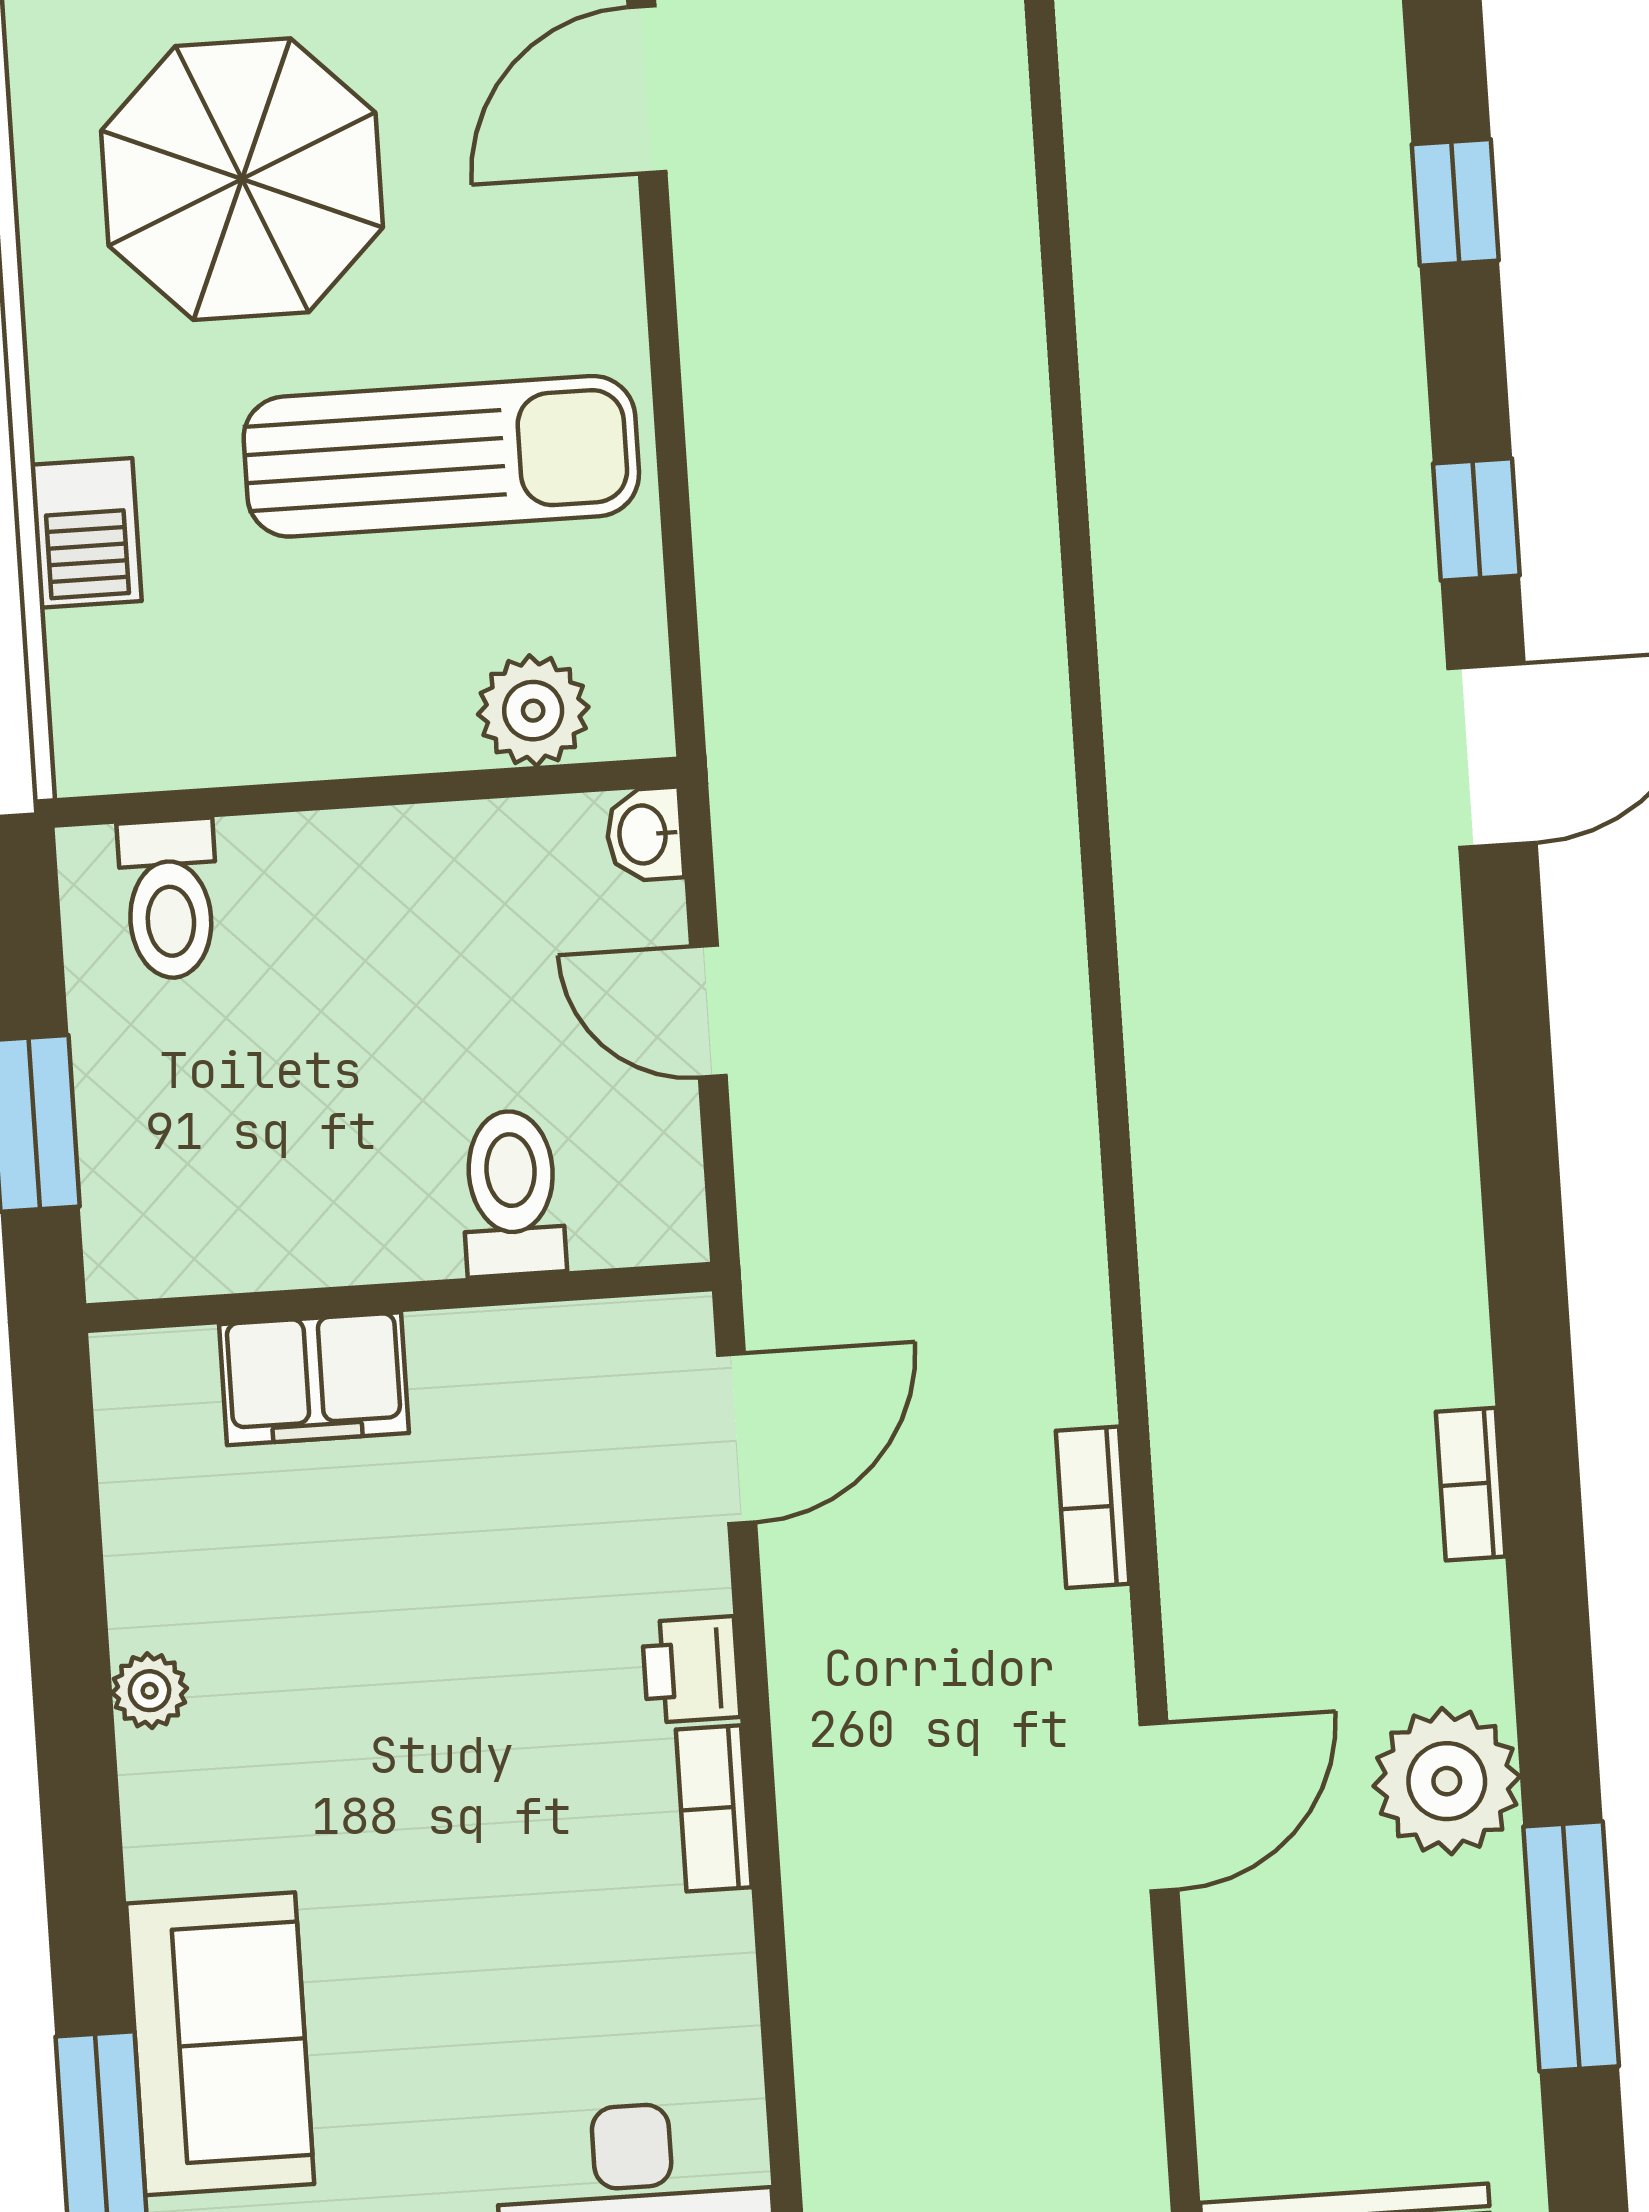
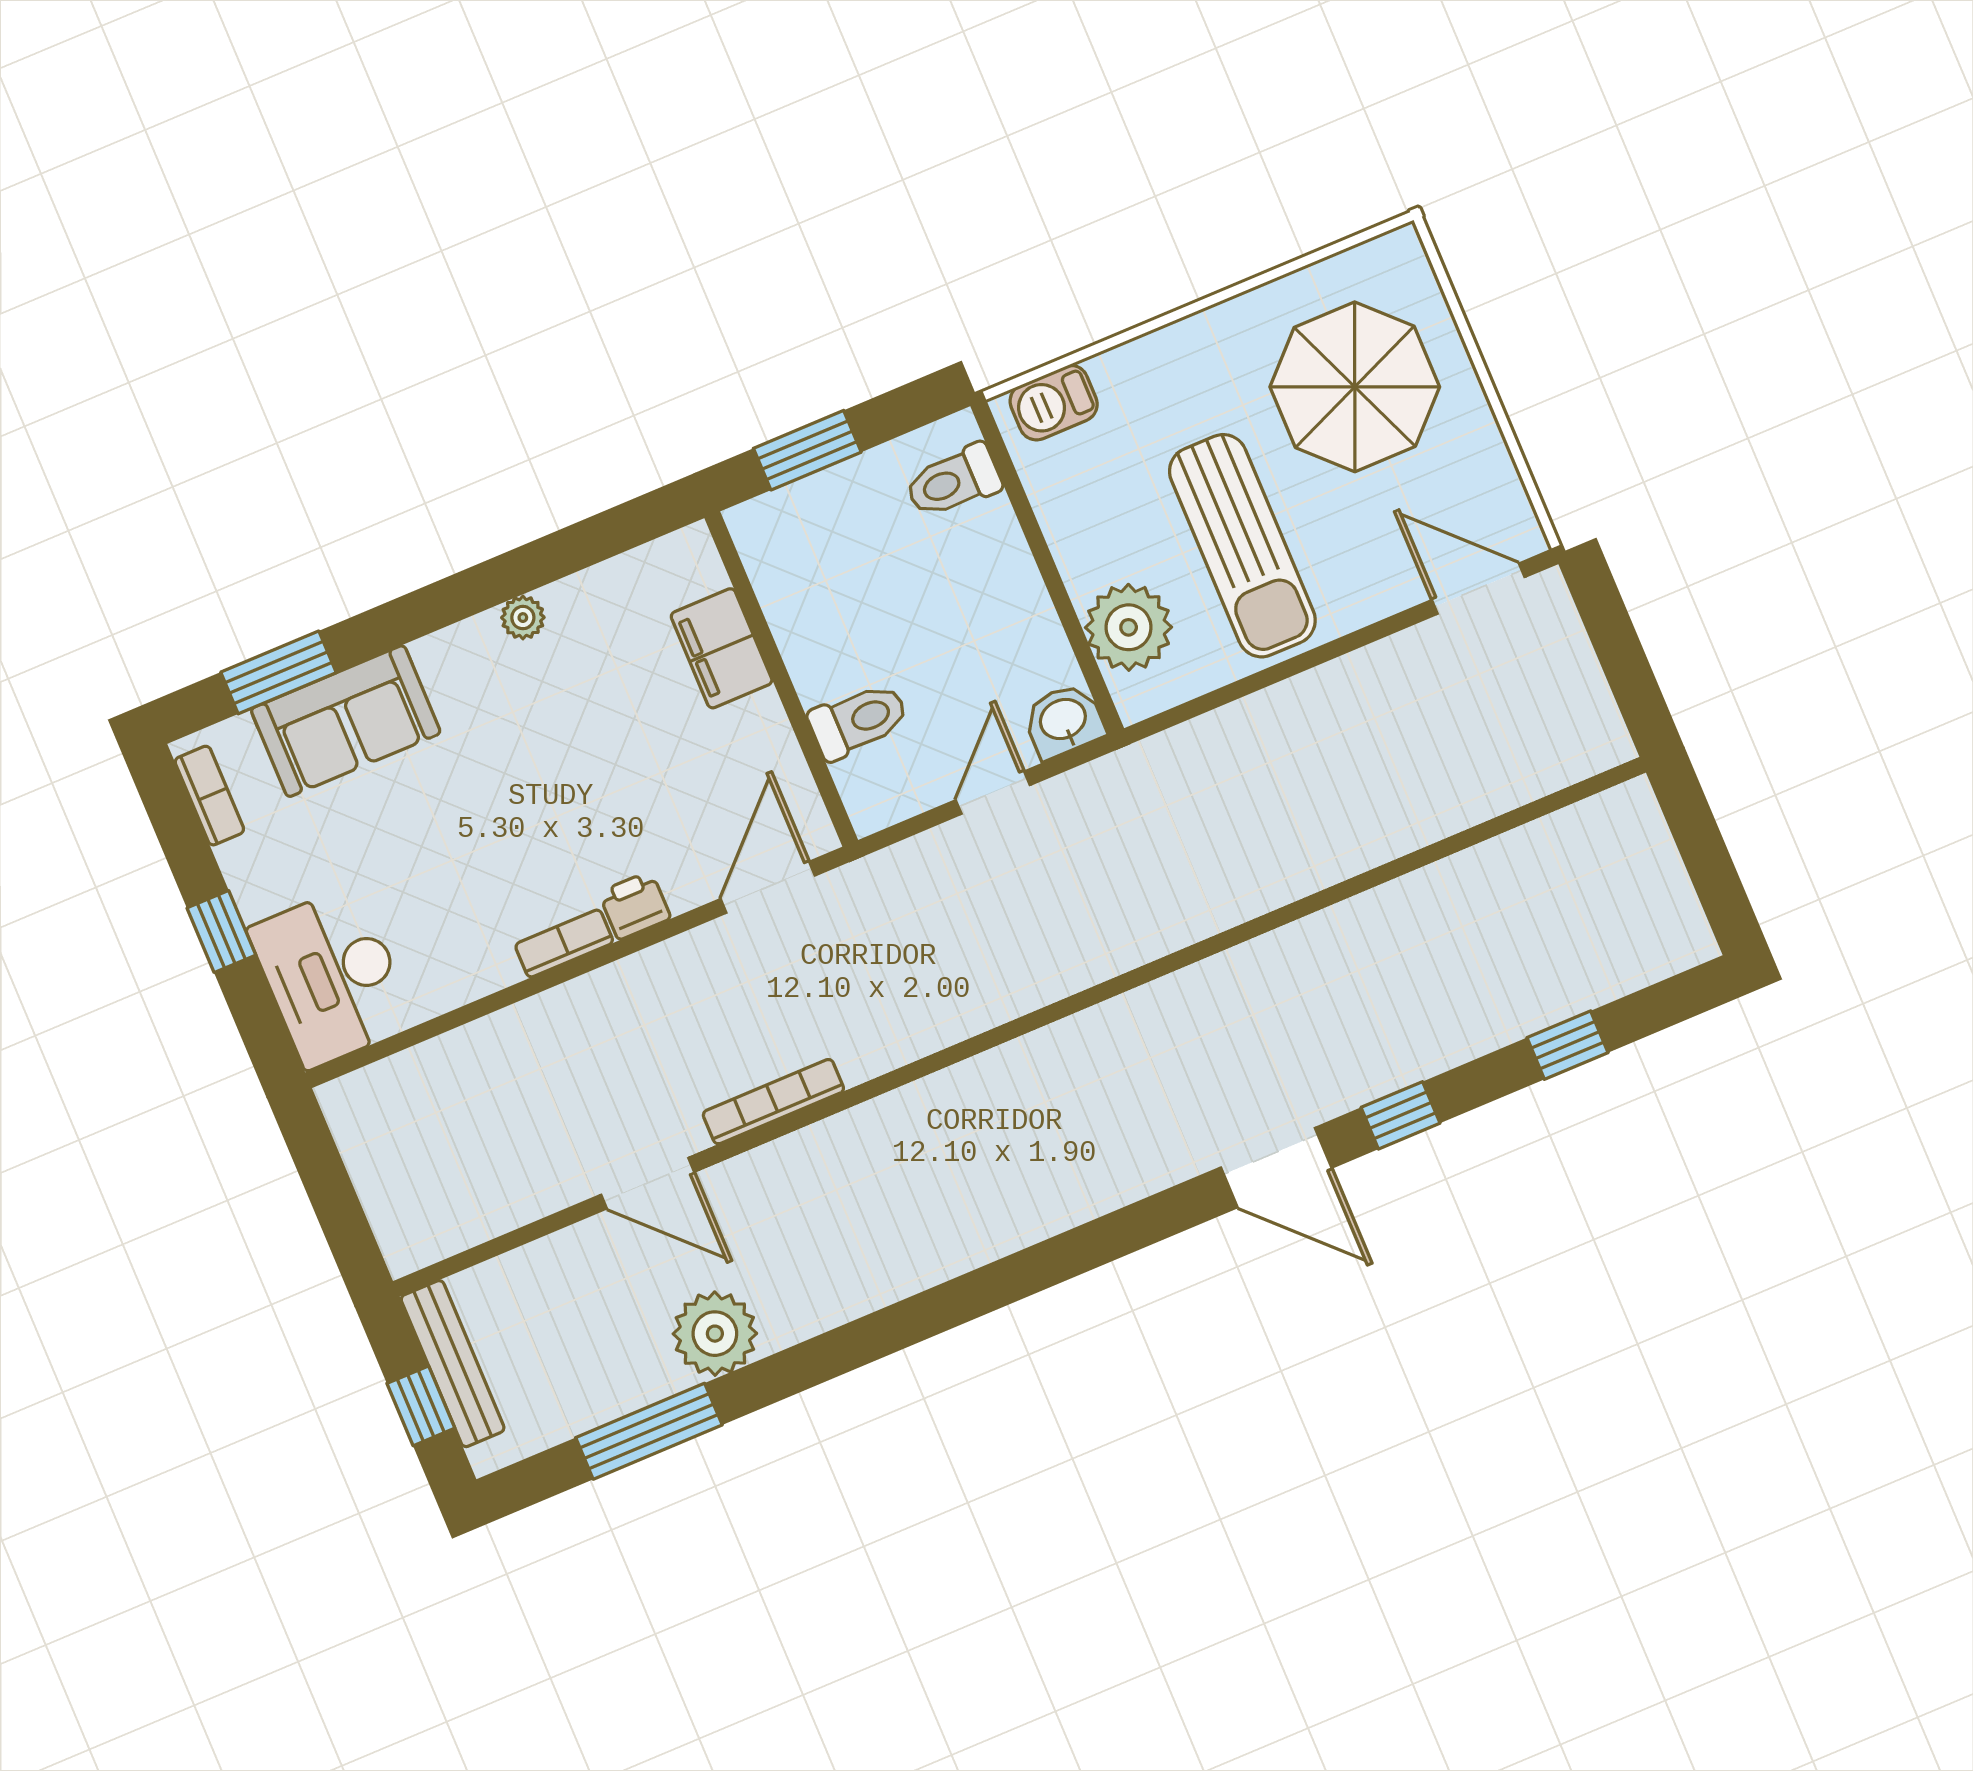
barbecue: (86, 533) -> (1054, 403), moved
plant: (533, 711) -> (1129, 627), width x1.36, depth x1.36
washbasin: (645, 834) -> (1064, 721), width x1.38, depth x1.45
door: (737, 1439) -> (768, 887), swing flipped
bookcase: (1471, 1484) -> (879, 1291), removed
bookcase: (1093, 1507) -> (773, 1102), width x1.56

